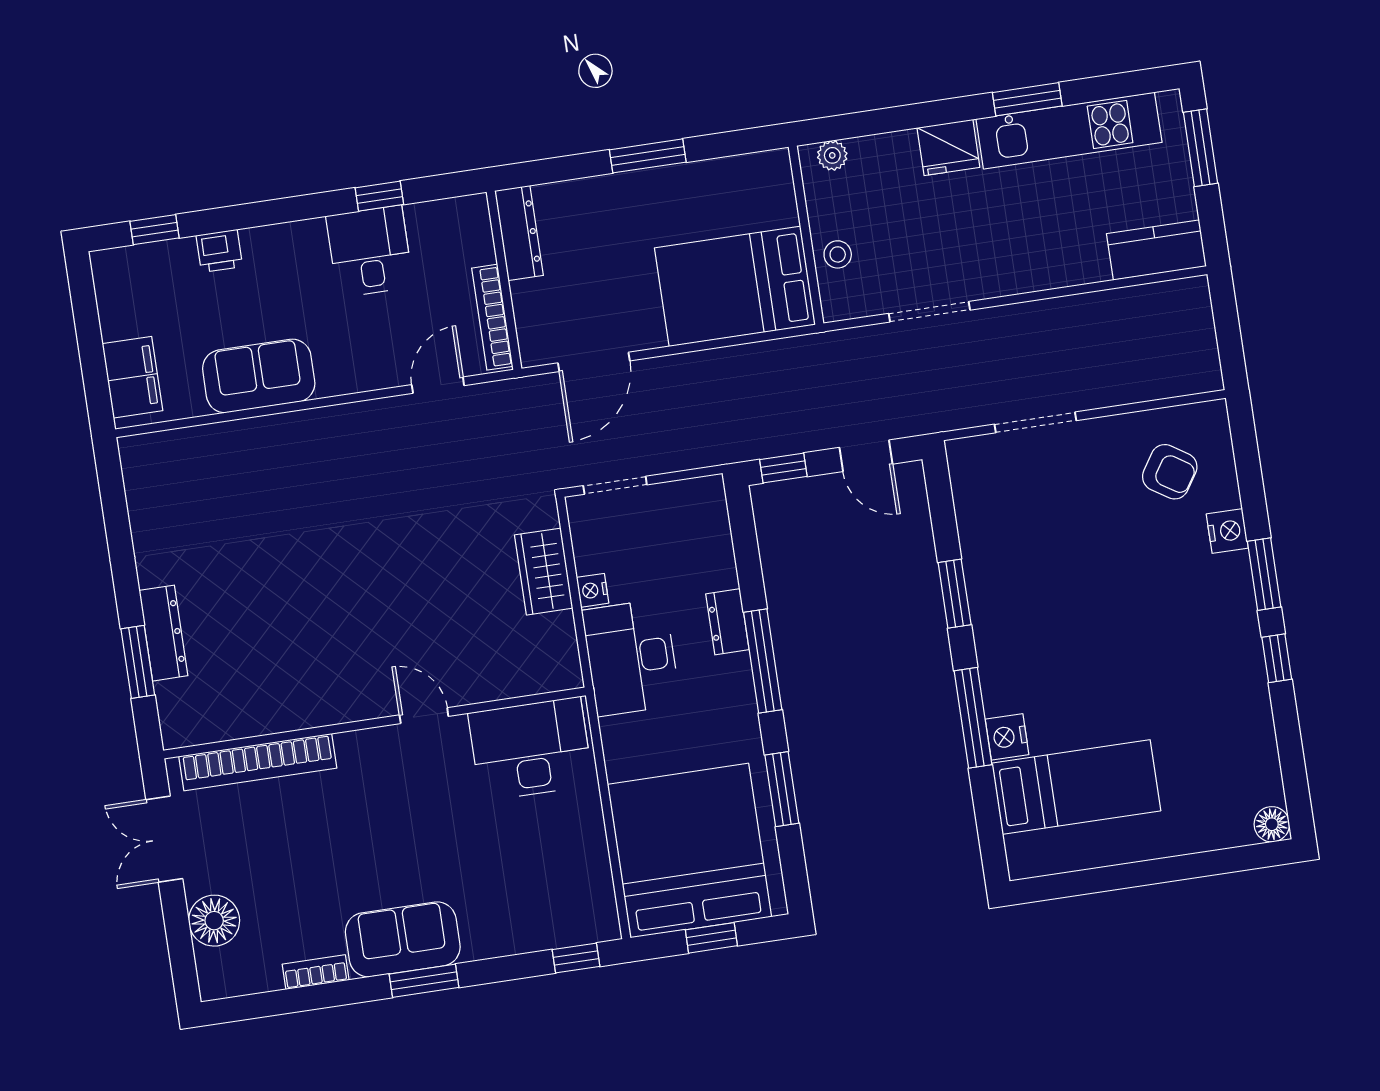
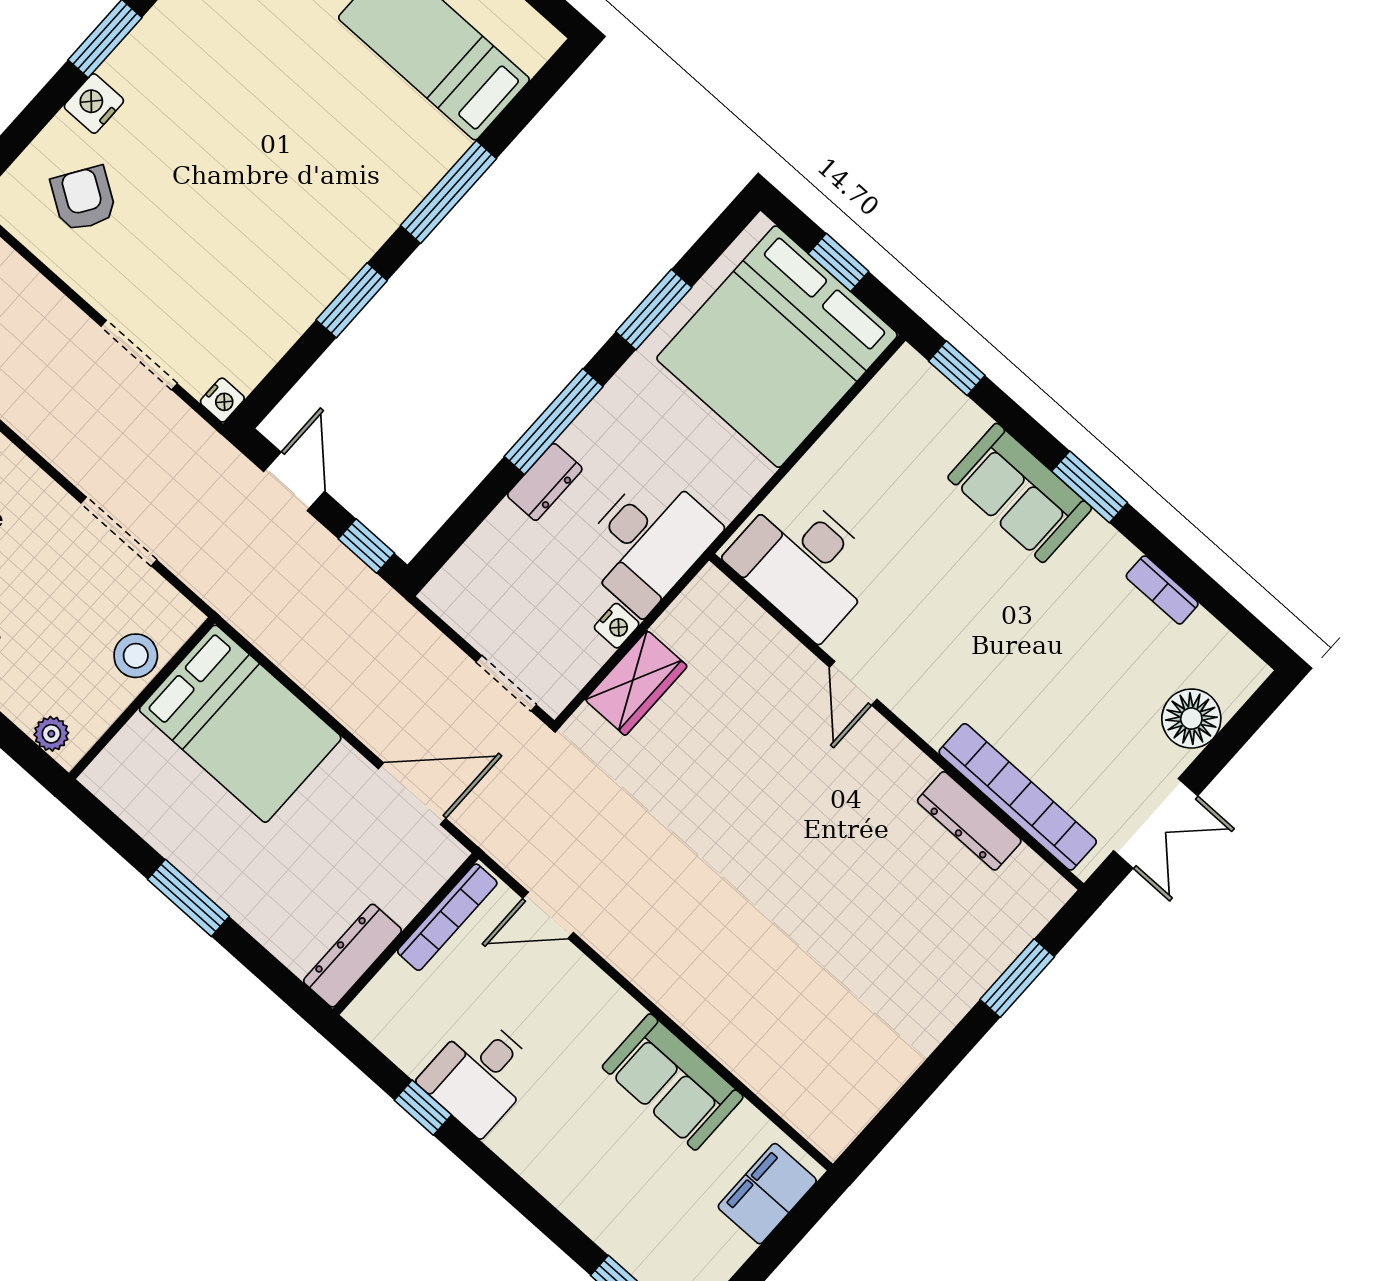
printer: (219, 251) -> (590, 1210), removed
stool: (838, 254) -> (136, 656), width x1.37, depth x1.37
dresser: (163, 633) -> (969, 821), moved, turned -90
nightstand: (1007, 737) -> (222, 400), moved, width x0.72, depth x0.74
sofa: (403, 939) -> (1020, 493), moved

